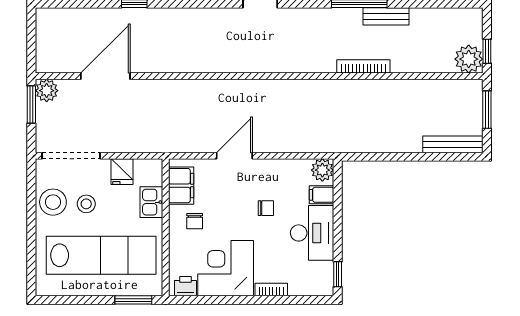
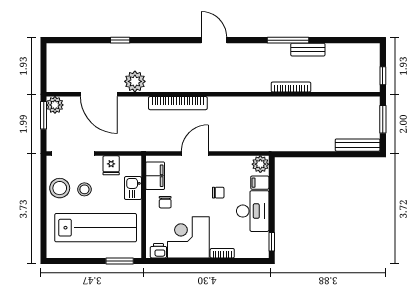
plant: (469, 59) -> (135, 81), moved
door: (105, 76) -> (99, 94), swing flipped
bookcase: (212, 88) -> (178, 103), added

